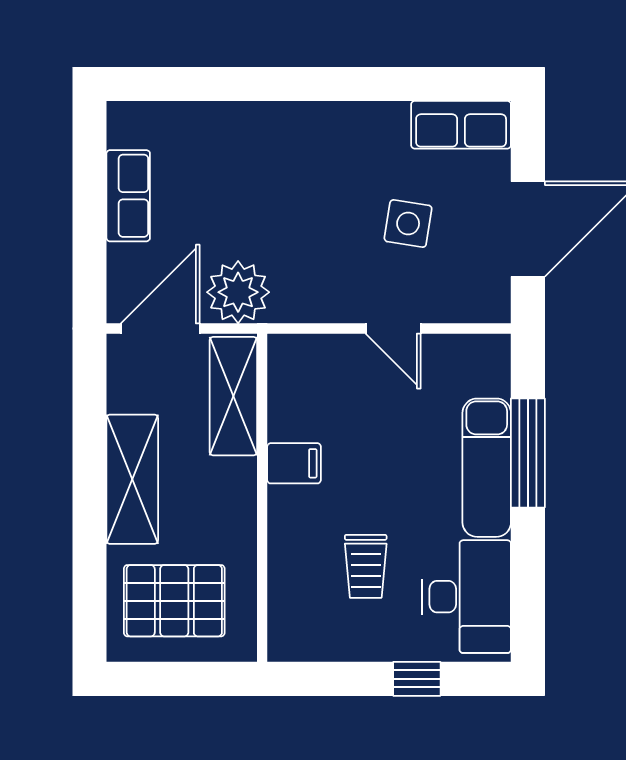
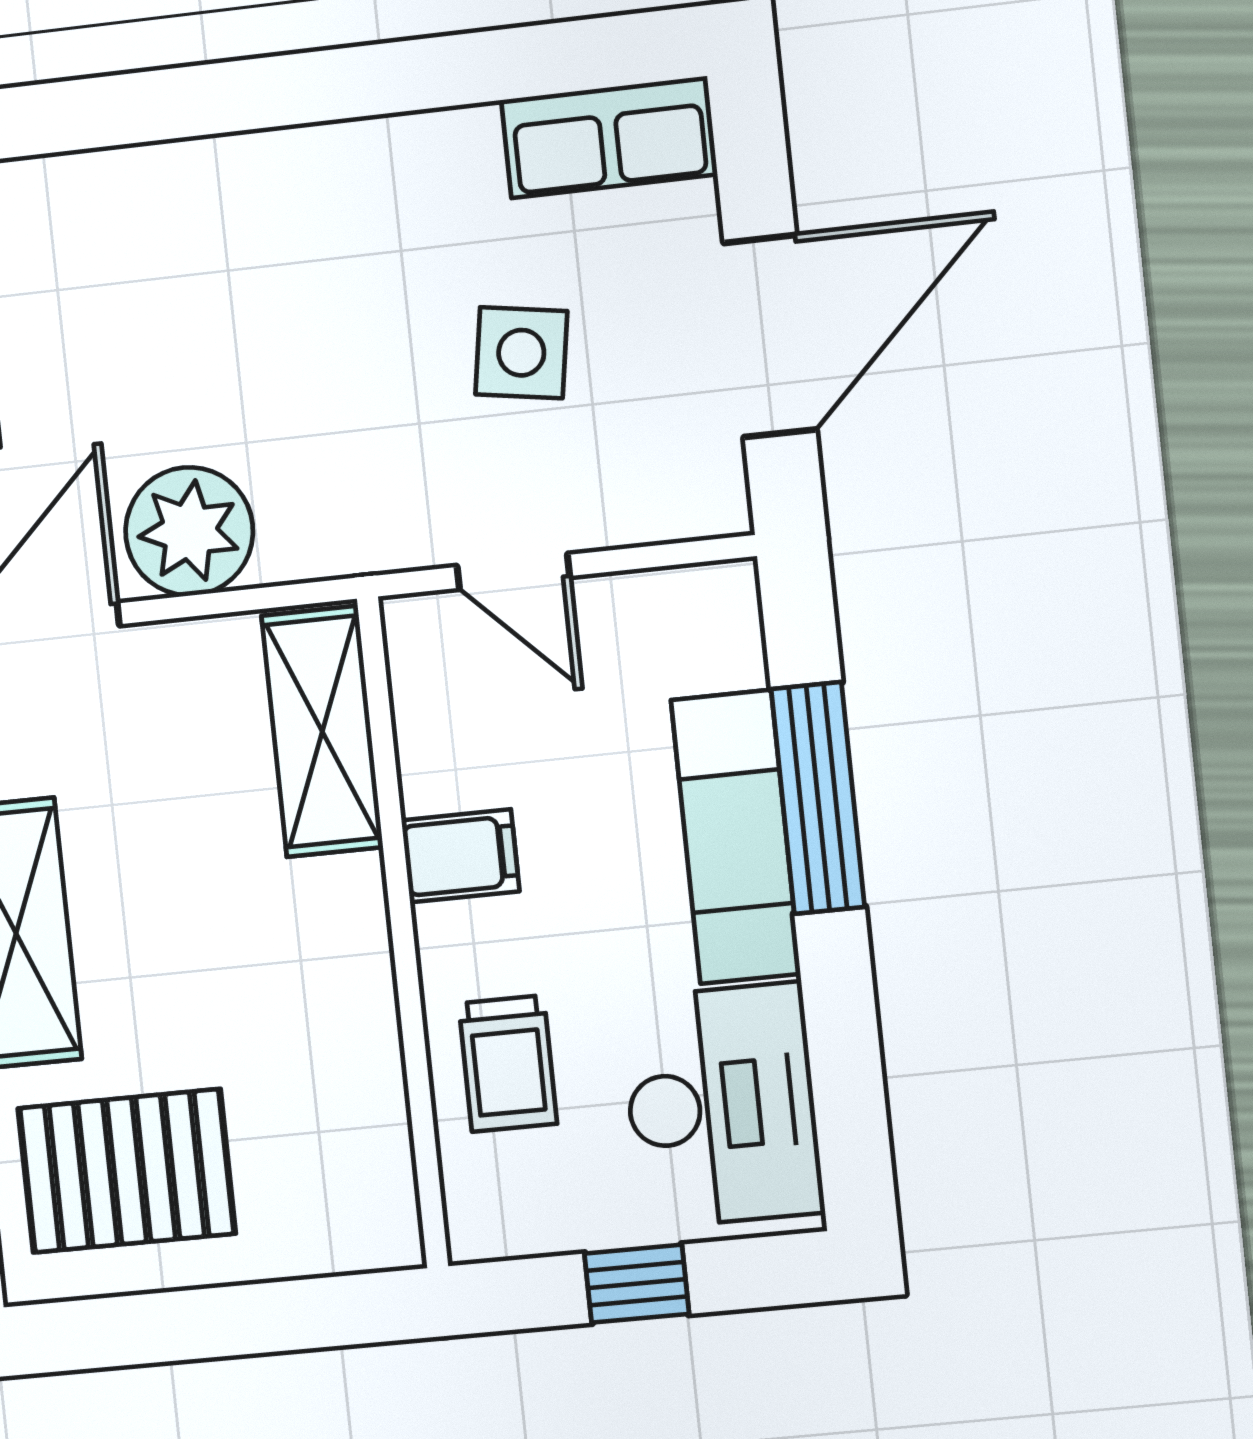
shelving: (233, 396) -> (322, 731), moved
filing cabinet: (294, 463) -> (460, 856), moved
wall: (262, 498) -> (403, 933), moved

